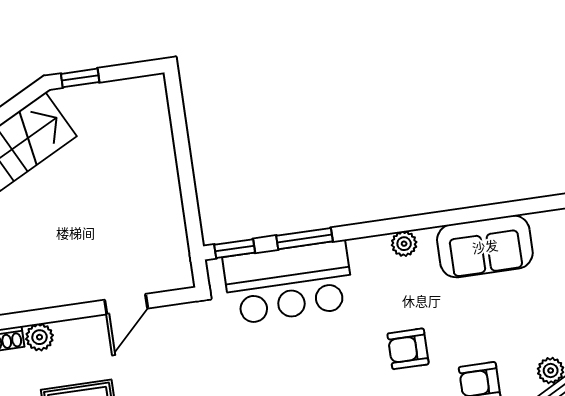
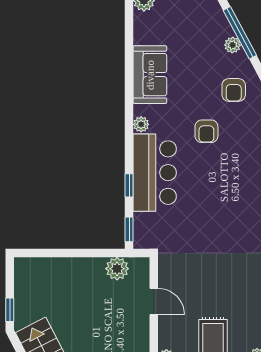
plant: (170, 239) -> (117, 269), added
window: (305, 239) -> (129, 185), width x0.67
bar counter: (288, 282) -> (155, 173), moved

